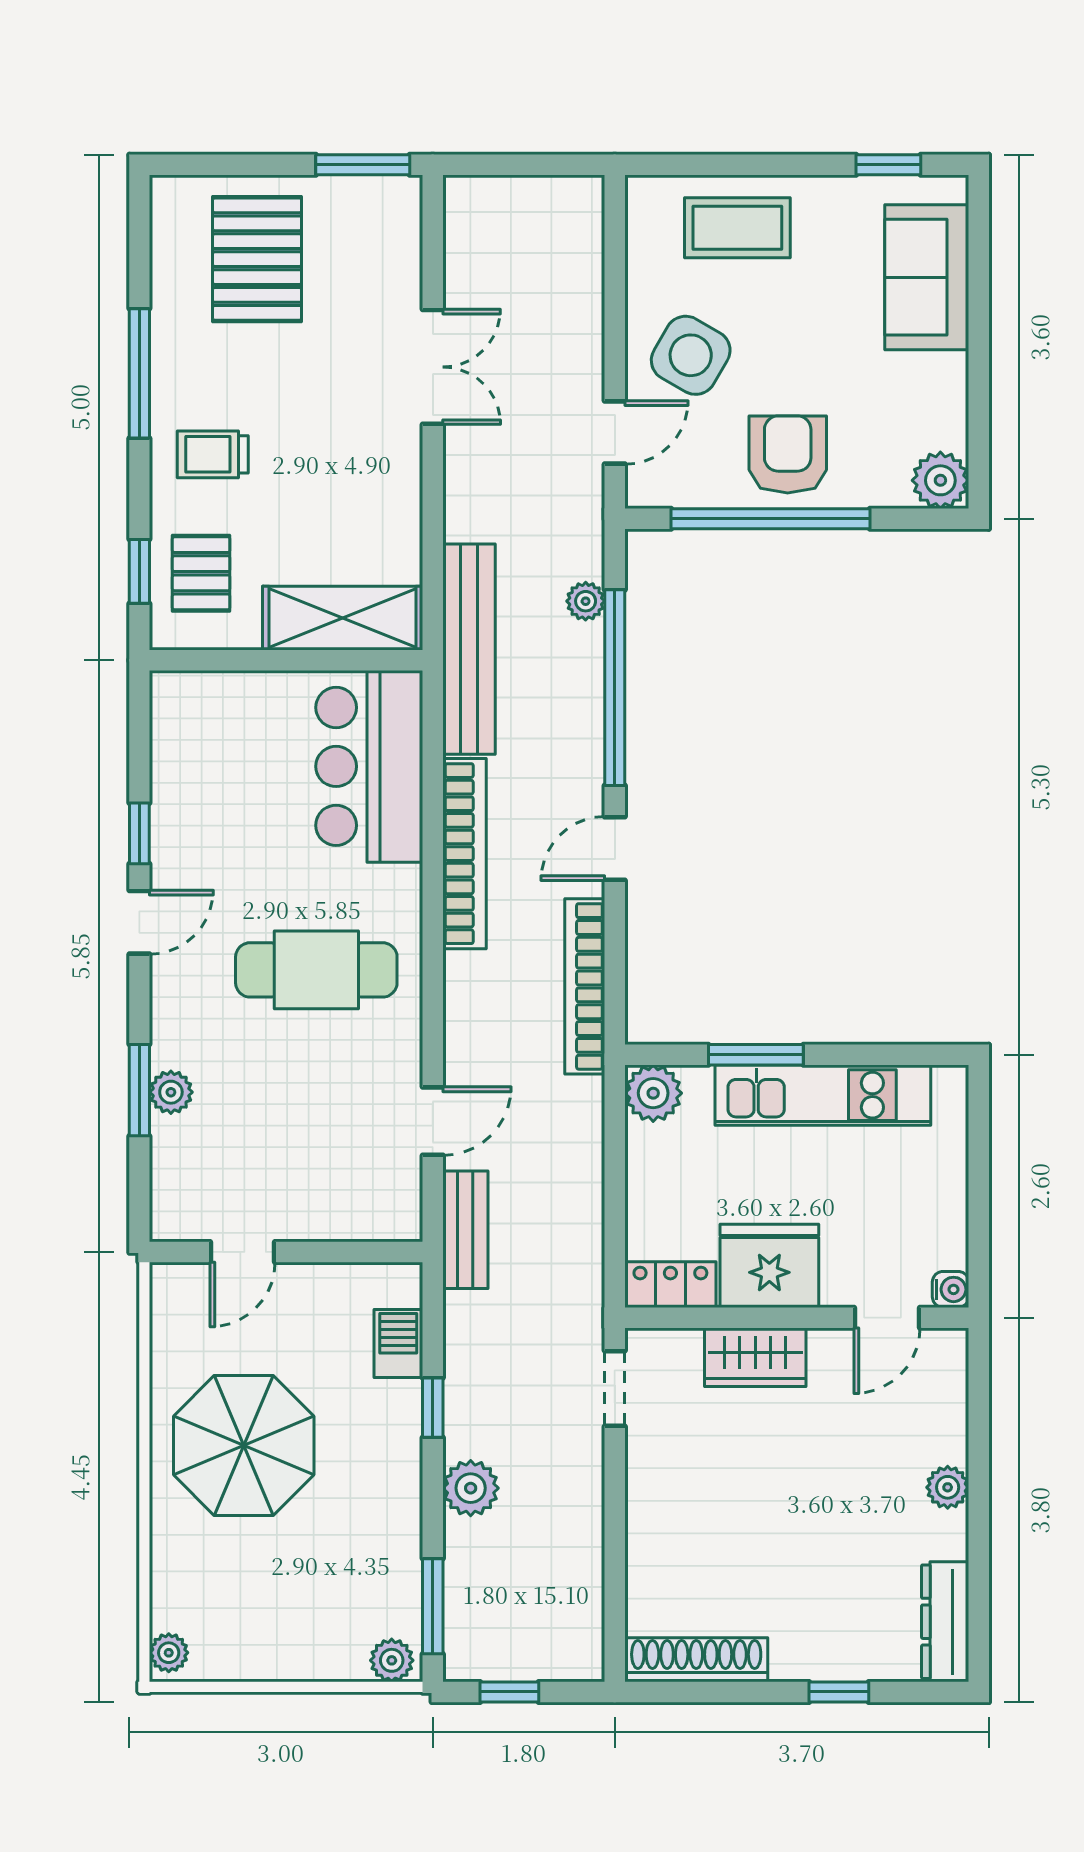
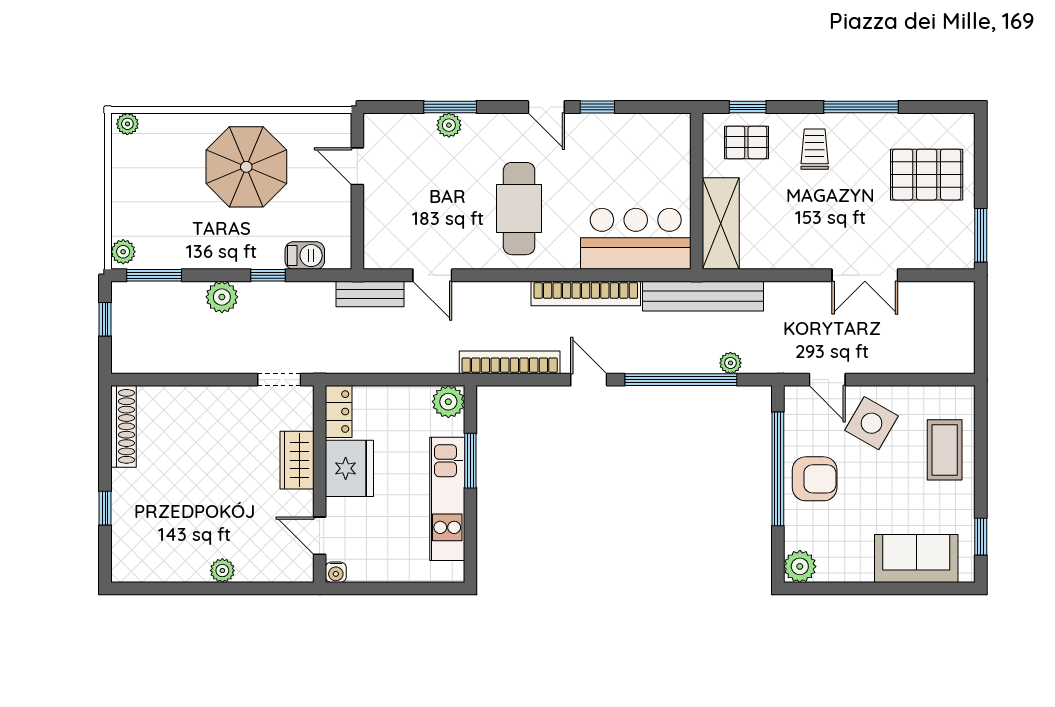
dresser: (945, 1622) -> (145, 569), removed

